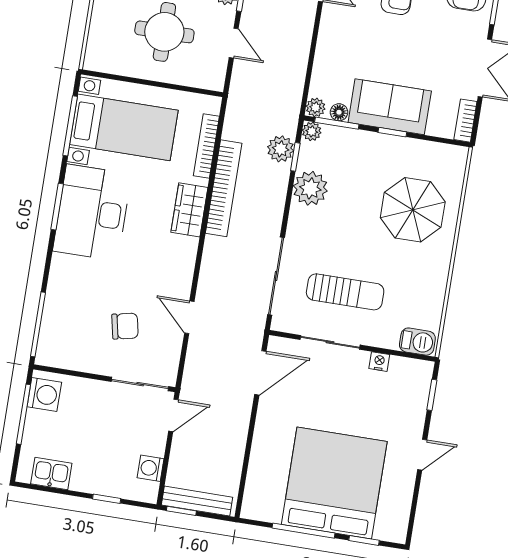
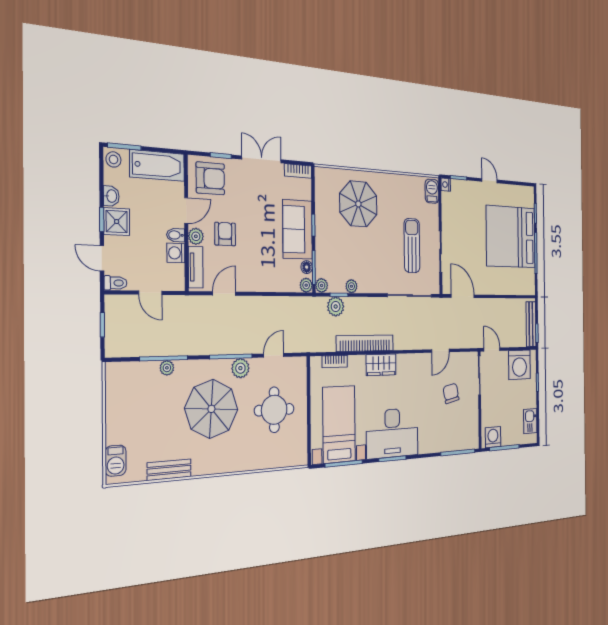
bookcase: (206, 146) -> (335, 362), width x0.64
plant: (310, 188) -> (351, 286), width x0.53, depth x0.53
nightstand: (379, 362) -> (446, 185), moved
washing machine: (151, 468) -> (520, 365), width x1.89, depth x1.89

